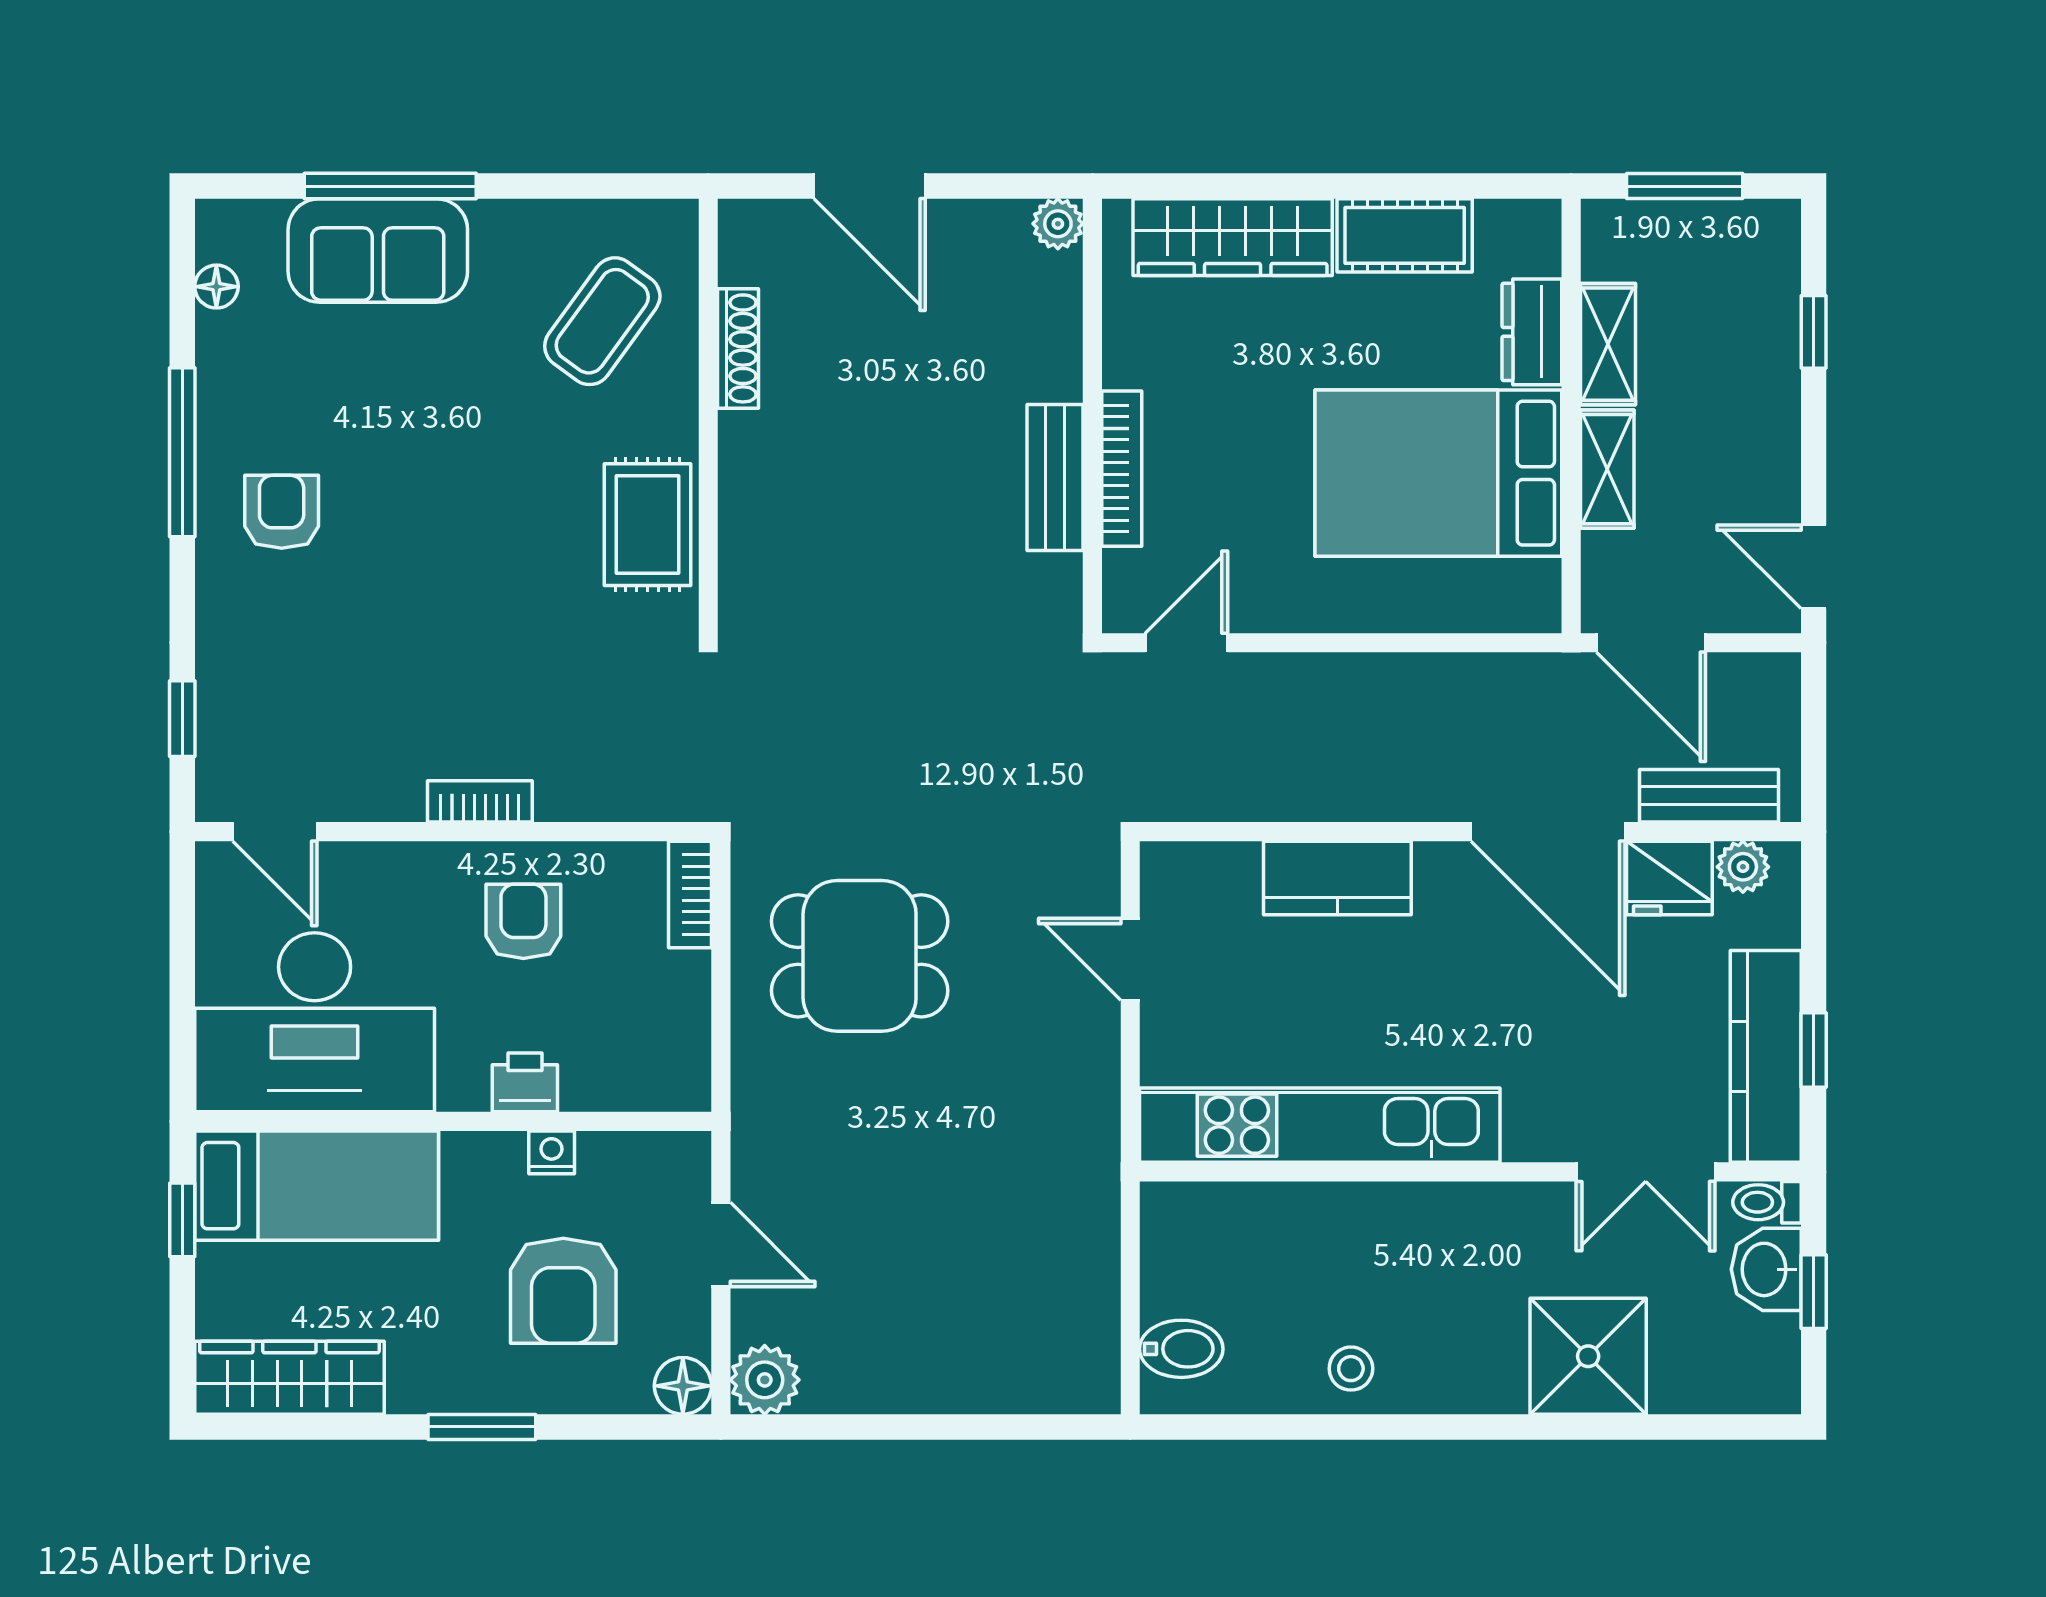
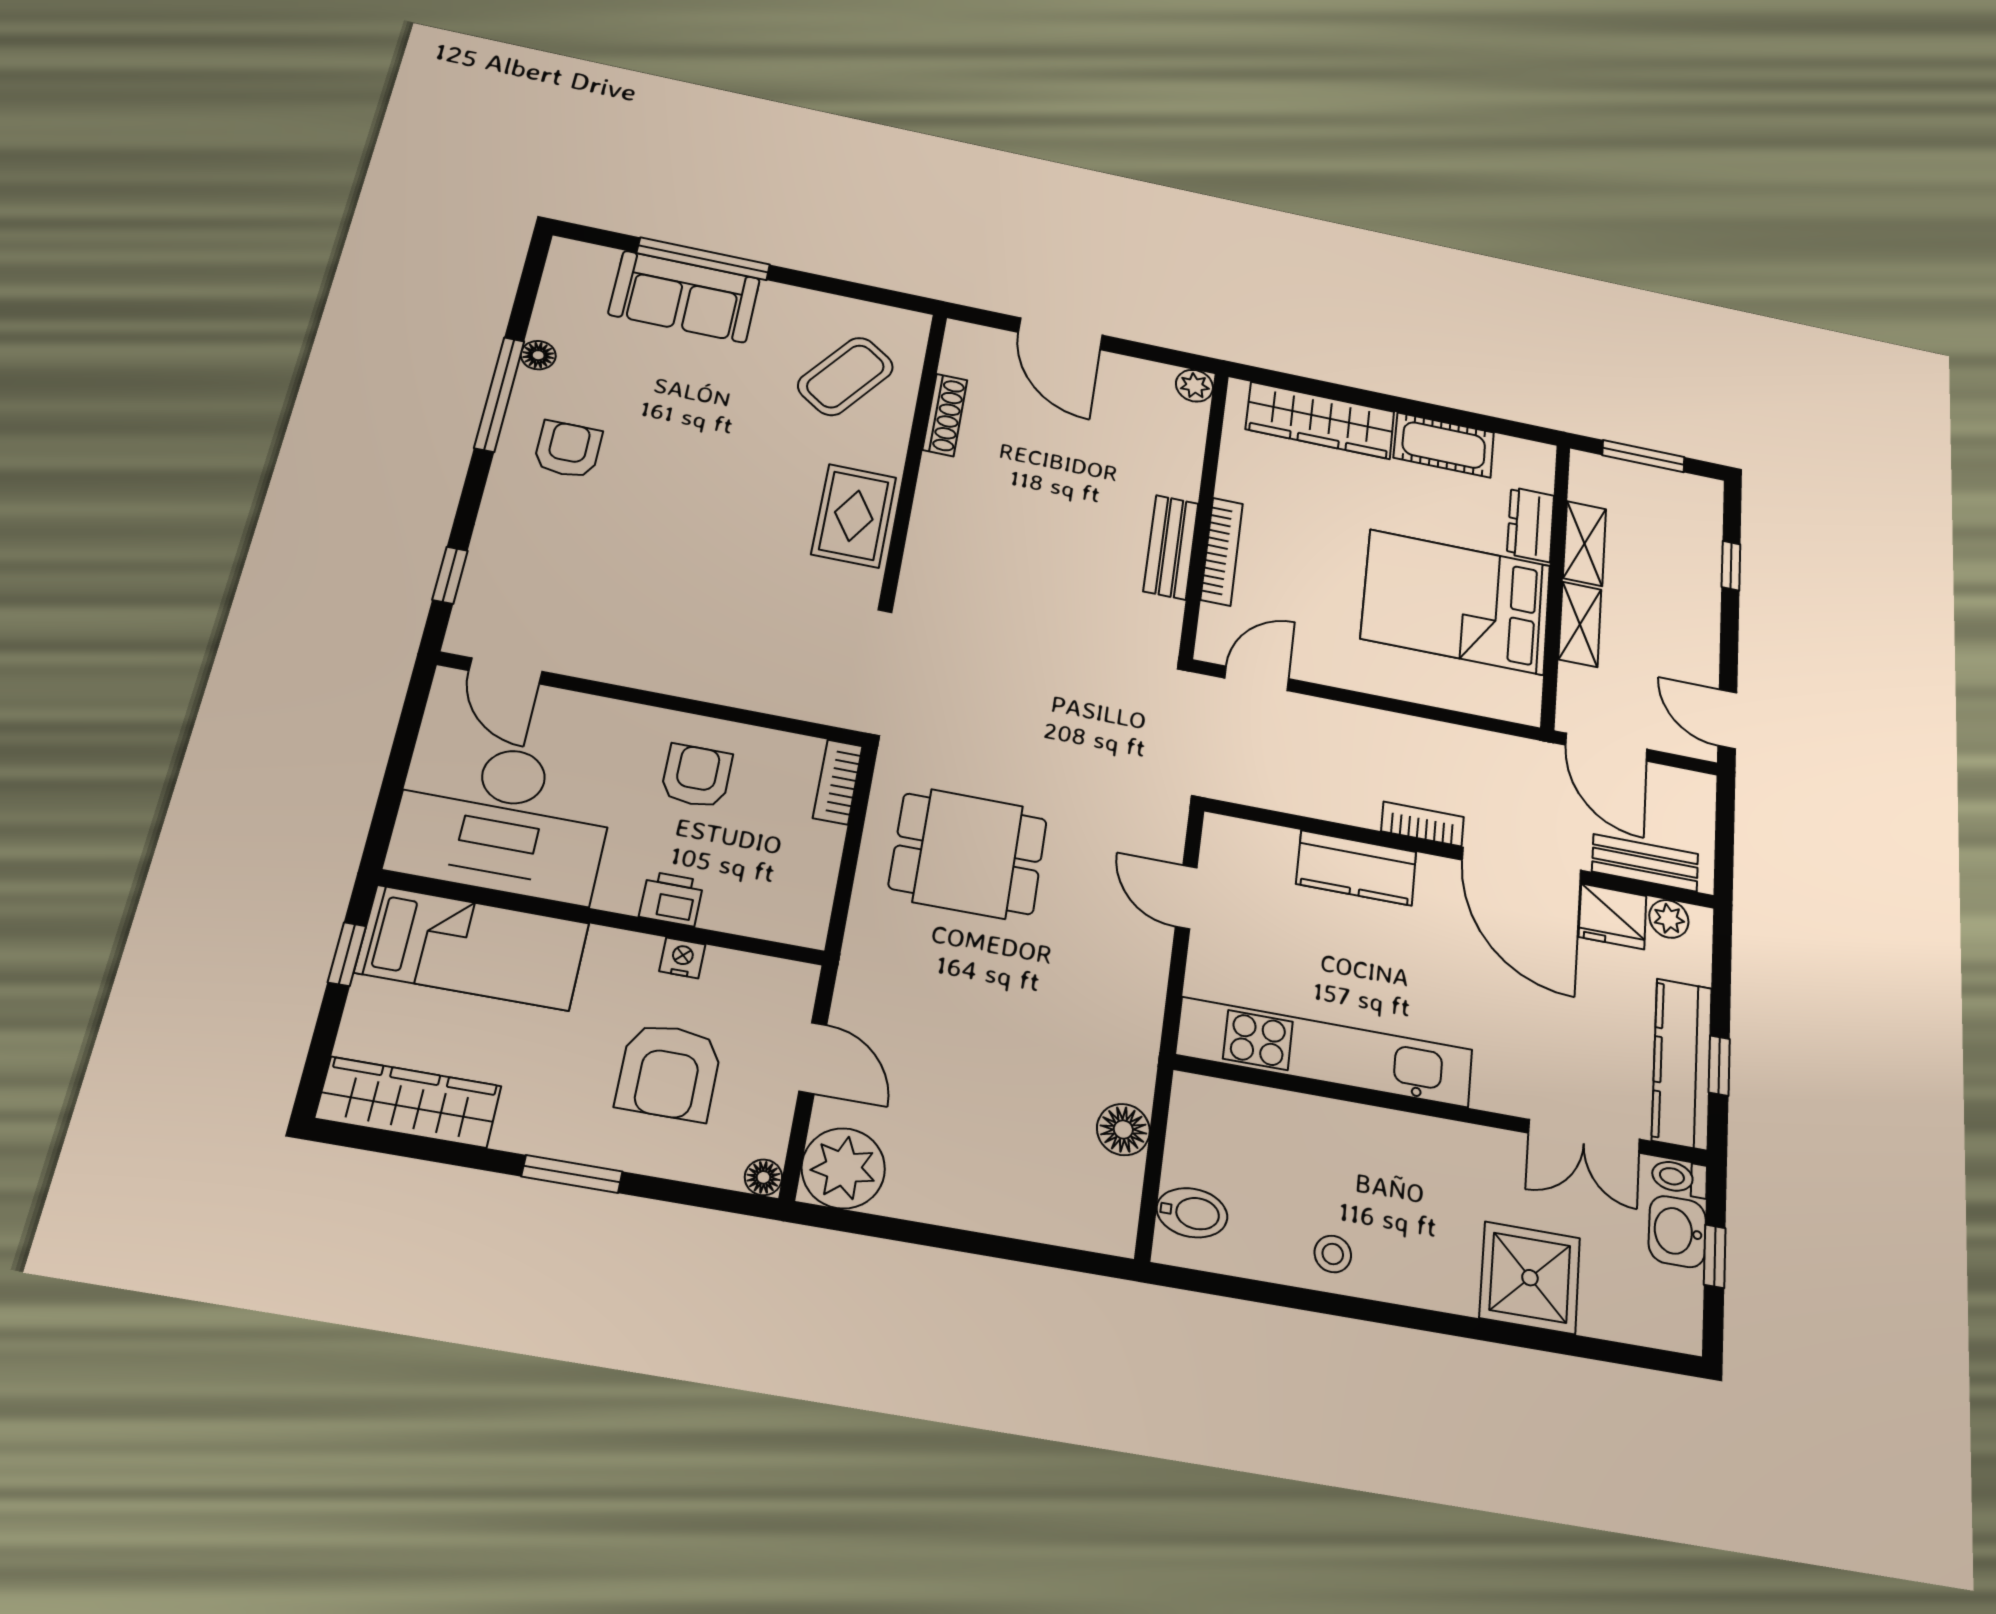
floor lamp: (216, 287) -> (538, 355), moved
bookcase: (480, 801) -> (1422, 824), moved
floor lamp: (1090, 1264) -> (1123, 1130), added
plant: (765, 1380) -> (843, 1168), width x1.36, depth x1.36
floor lamp: (683, 1386) -> (763, 1177), width x0.73, depth x0.73

